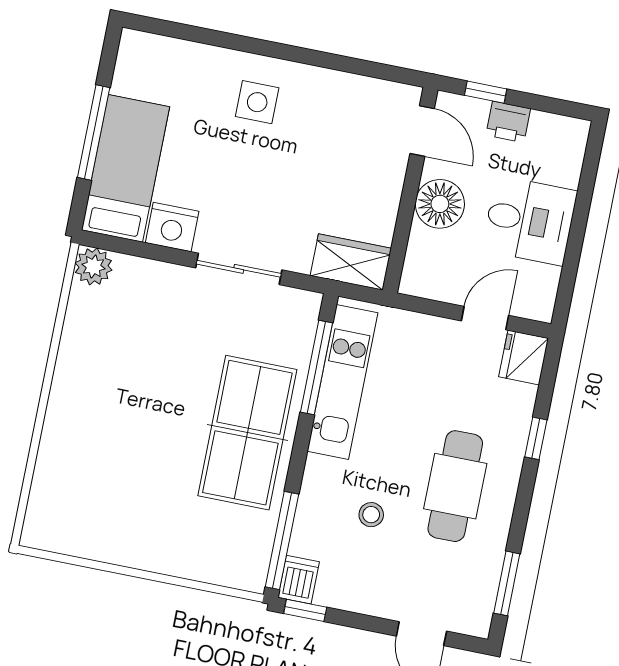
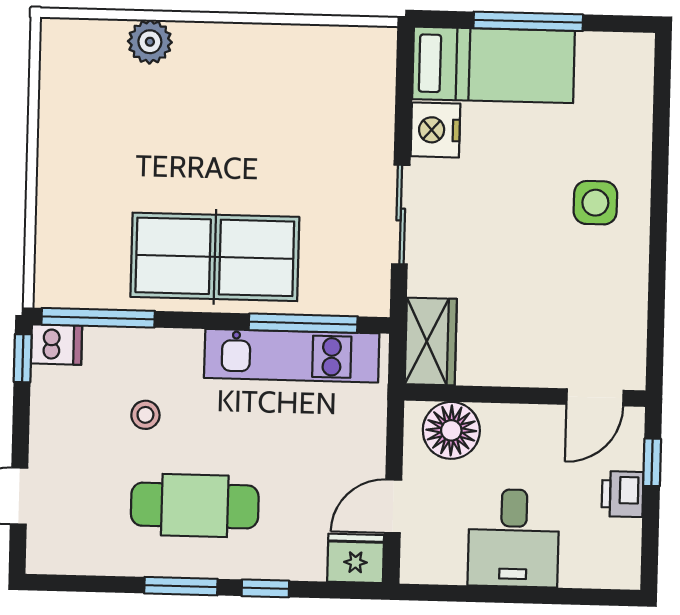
floor lamp: (440, 204) -> (451, 430), moved
plant: (93, 266) -> (150, 42), moved
door: (485, 318) -> (393, 506), swing flipped
window: (507, 583) -> (181, 586), moved

